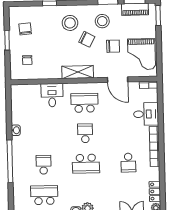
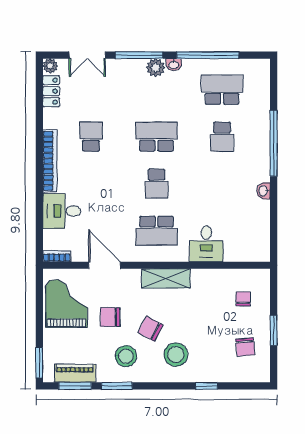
school desk: (44, 195) -> (222, 90), turned 180

